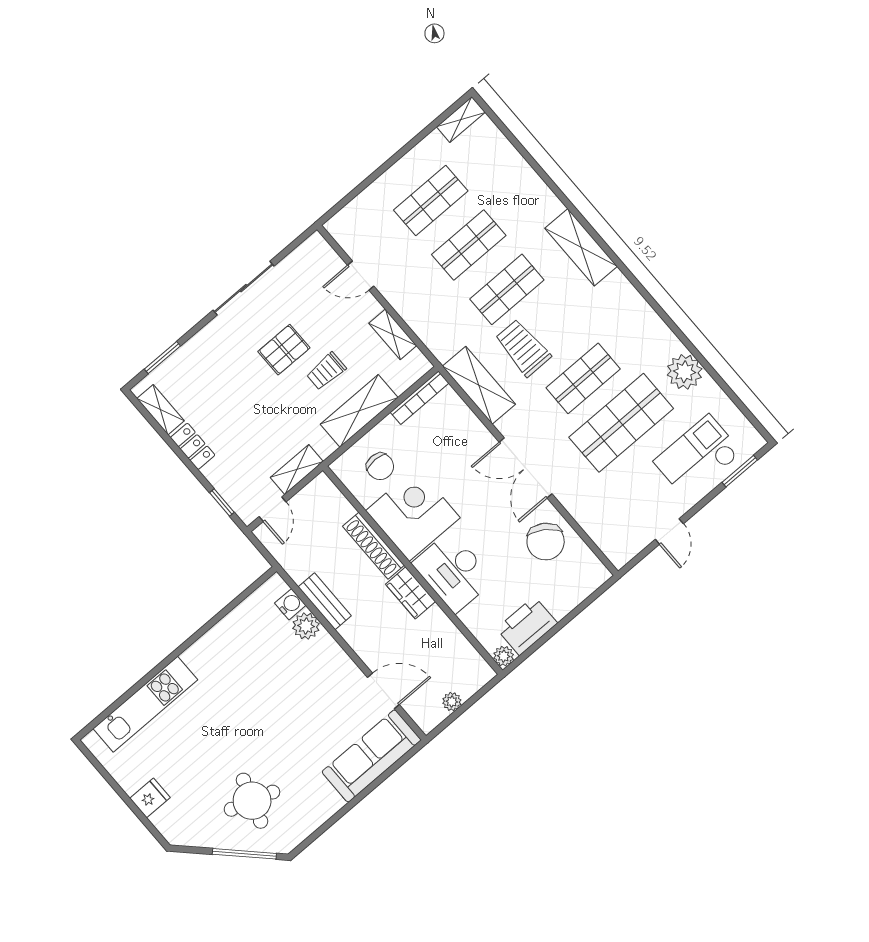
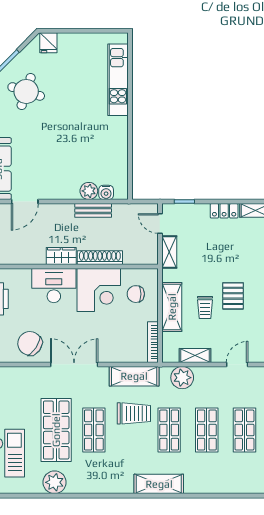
plant: (432, 327) -> (182, 378), added
trolley: (326, 371) -> (205, 308), turned 180
fridge: (150, 798) -> (48, 43), moved

